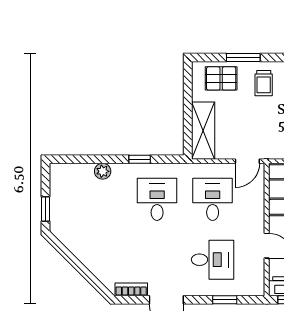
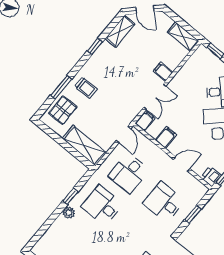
plant: (103, 171) -> (69, 213), moved
desk: (213, 199) -> (129, 173), turned -90
desk: (213, 260) -> (164, 202), turned -90

